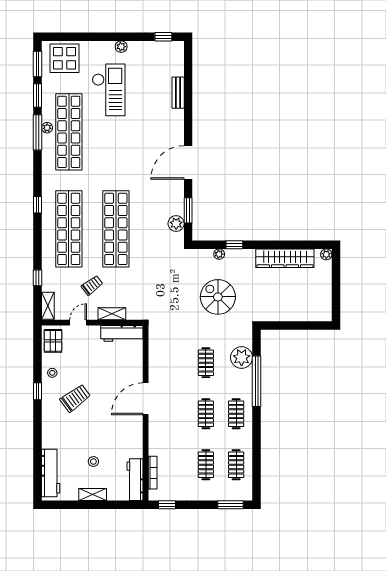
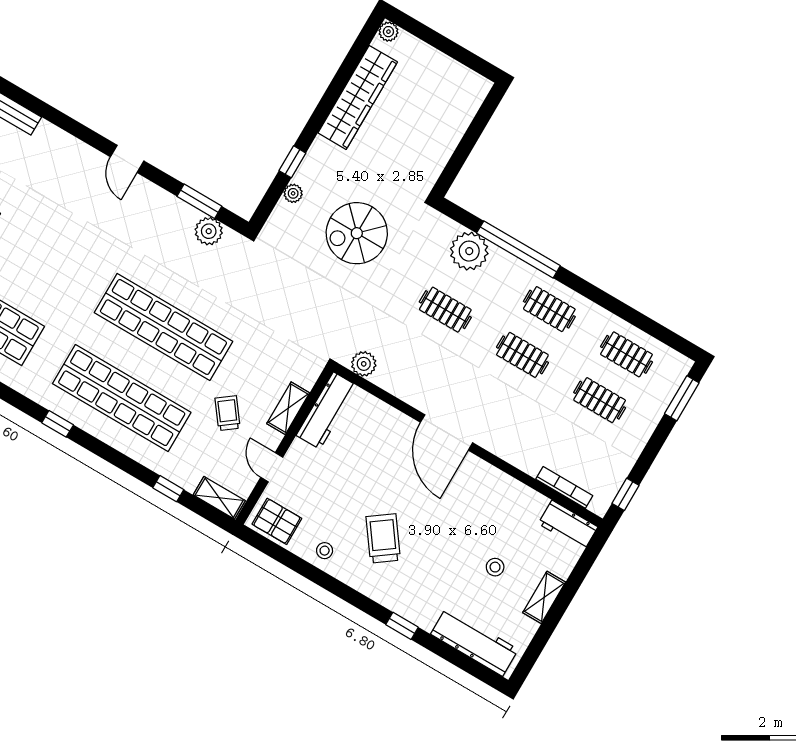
door: (188, 162) -> (127, 159), width x0.53
plant: (156, 338) -> (364, 364), added
window: (38, 391) -> (402, 626), moved
workbench: (135, 480) -> (568, 525), width x0.73

